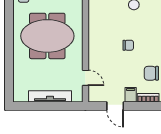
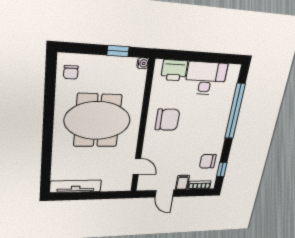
chair: (128, 45) -> (167, 120), moved, width x1.87, depth x1.87
tv unit: (50, 96) -> (76, 186), moved

